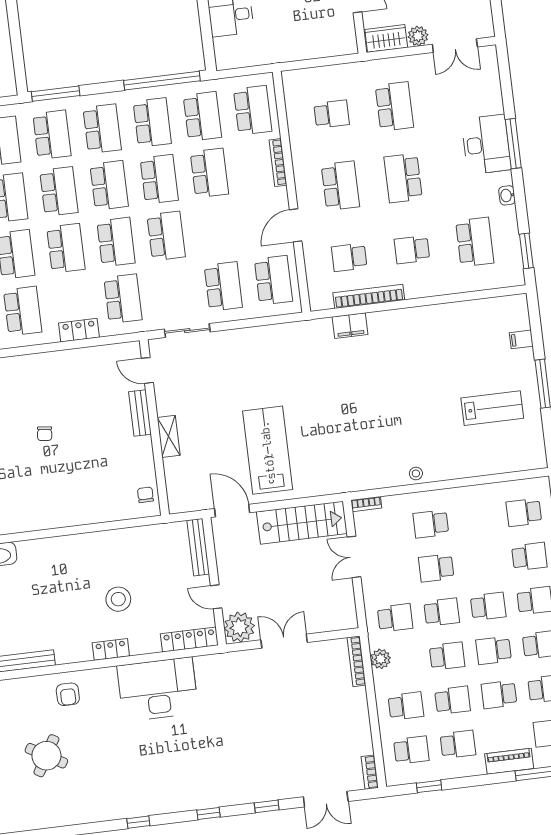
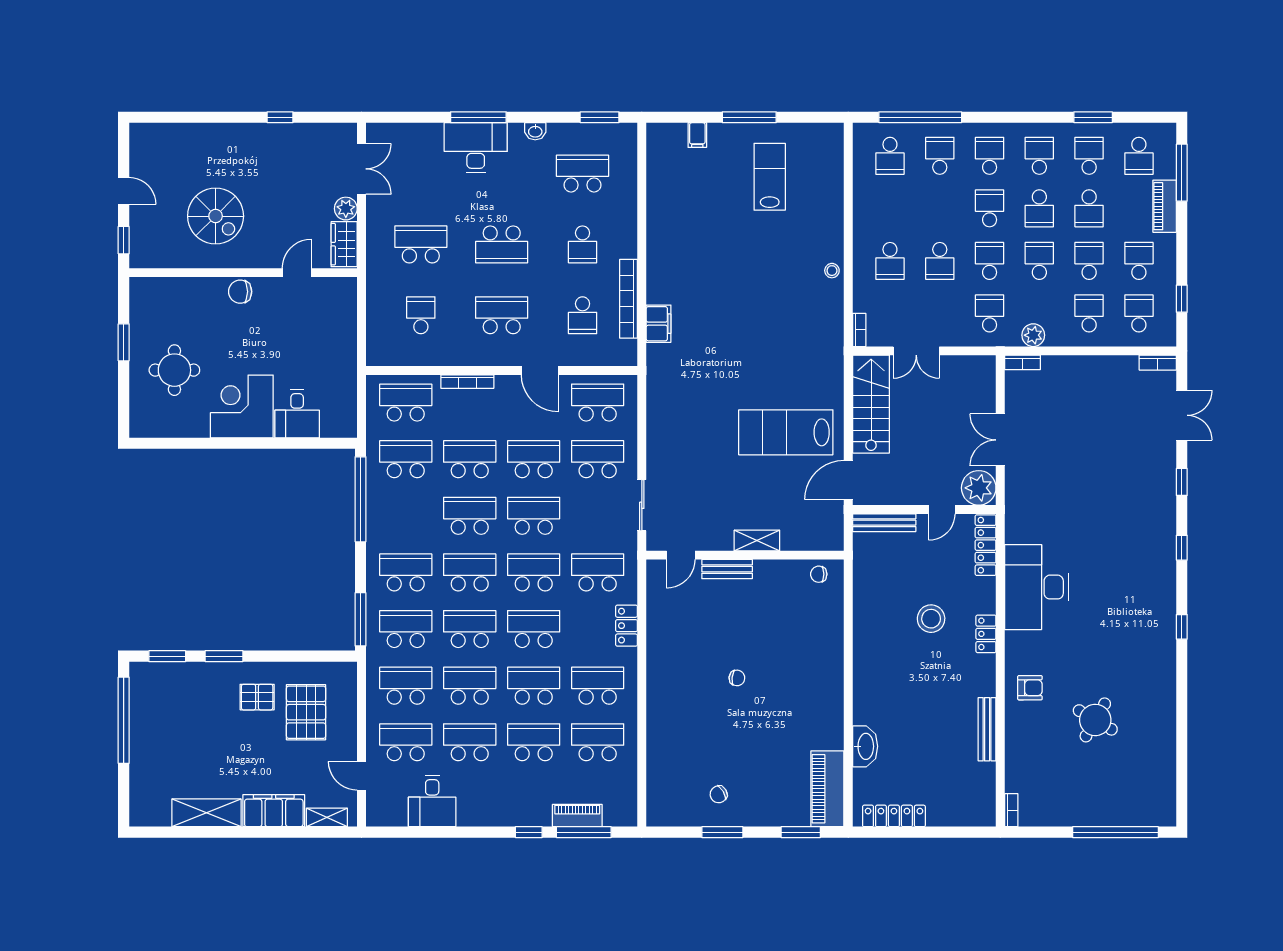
school desk: (152, 123) -> (534, 459), moved
bookcase: (356, 661) -> (1023, 362), width x0.64

